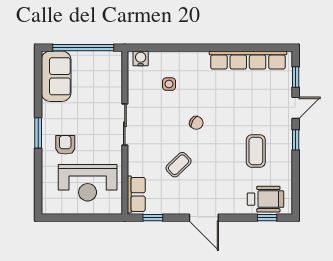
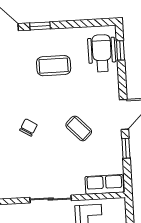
sliding door: (125, 124) -> (51, 199), moved
coffee table: (179, 165) -> (79, 128), moved
window: (153, 218) -> (126, 148), moved

